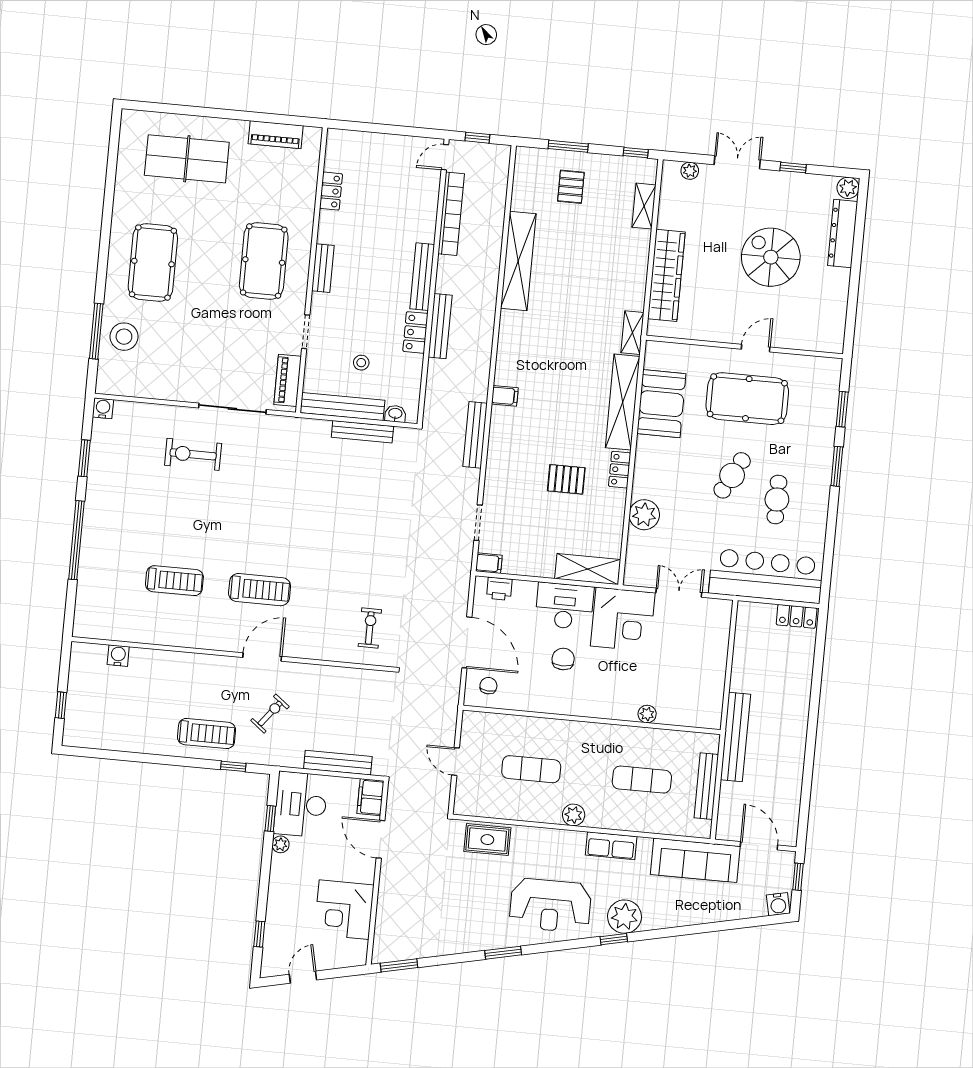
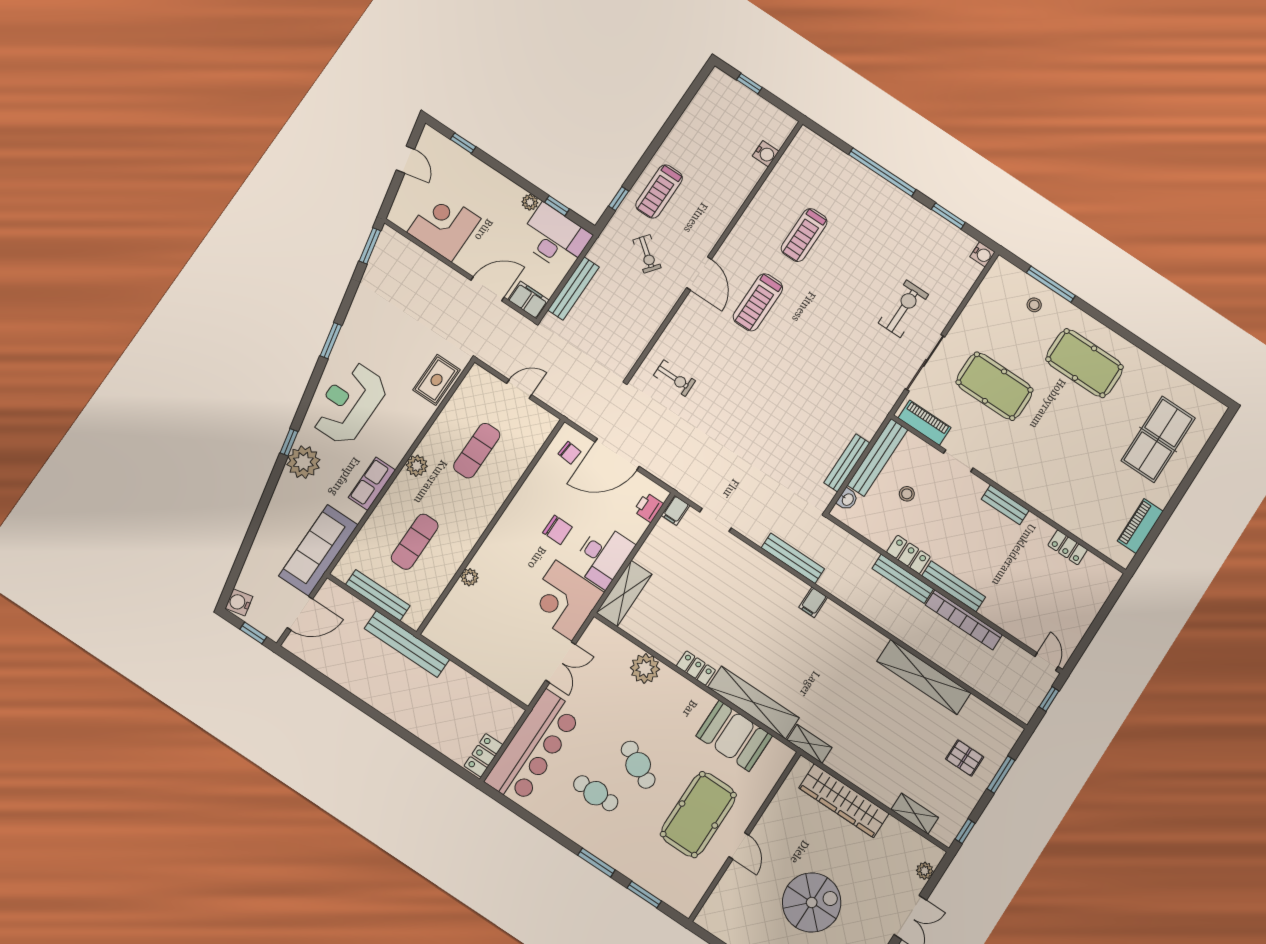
bookcase: (451, 214) -> (964, 620), moved
pool table: (264, 261) -> (995, 386), moved
stool: (124, 337) -> (1034, 305), width x0.53, depth x0.53
pallet: (566, 479) -> (712, 617), removed

